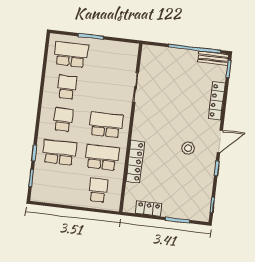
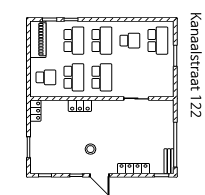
school desk: (63, 120) -> (102, 41), width x1.85
locker: (135, 162) -> (80, 106), width x0.66
piano: (53, 194) -> (38, 39), added
locker: (149, 209) -> (35, 111), moved

